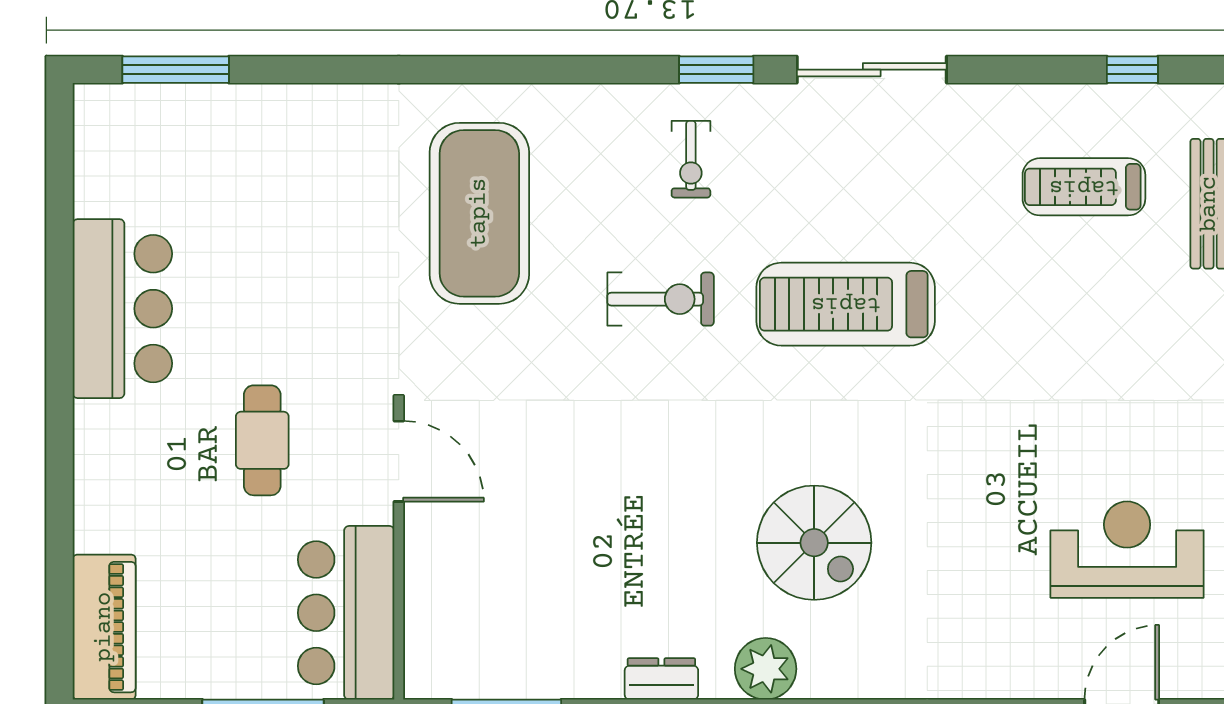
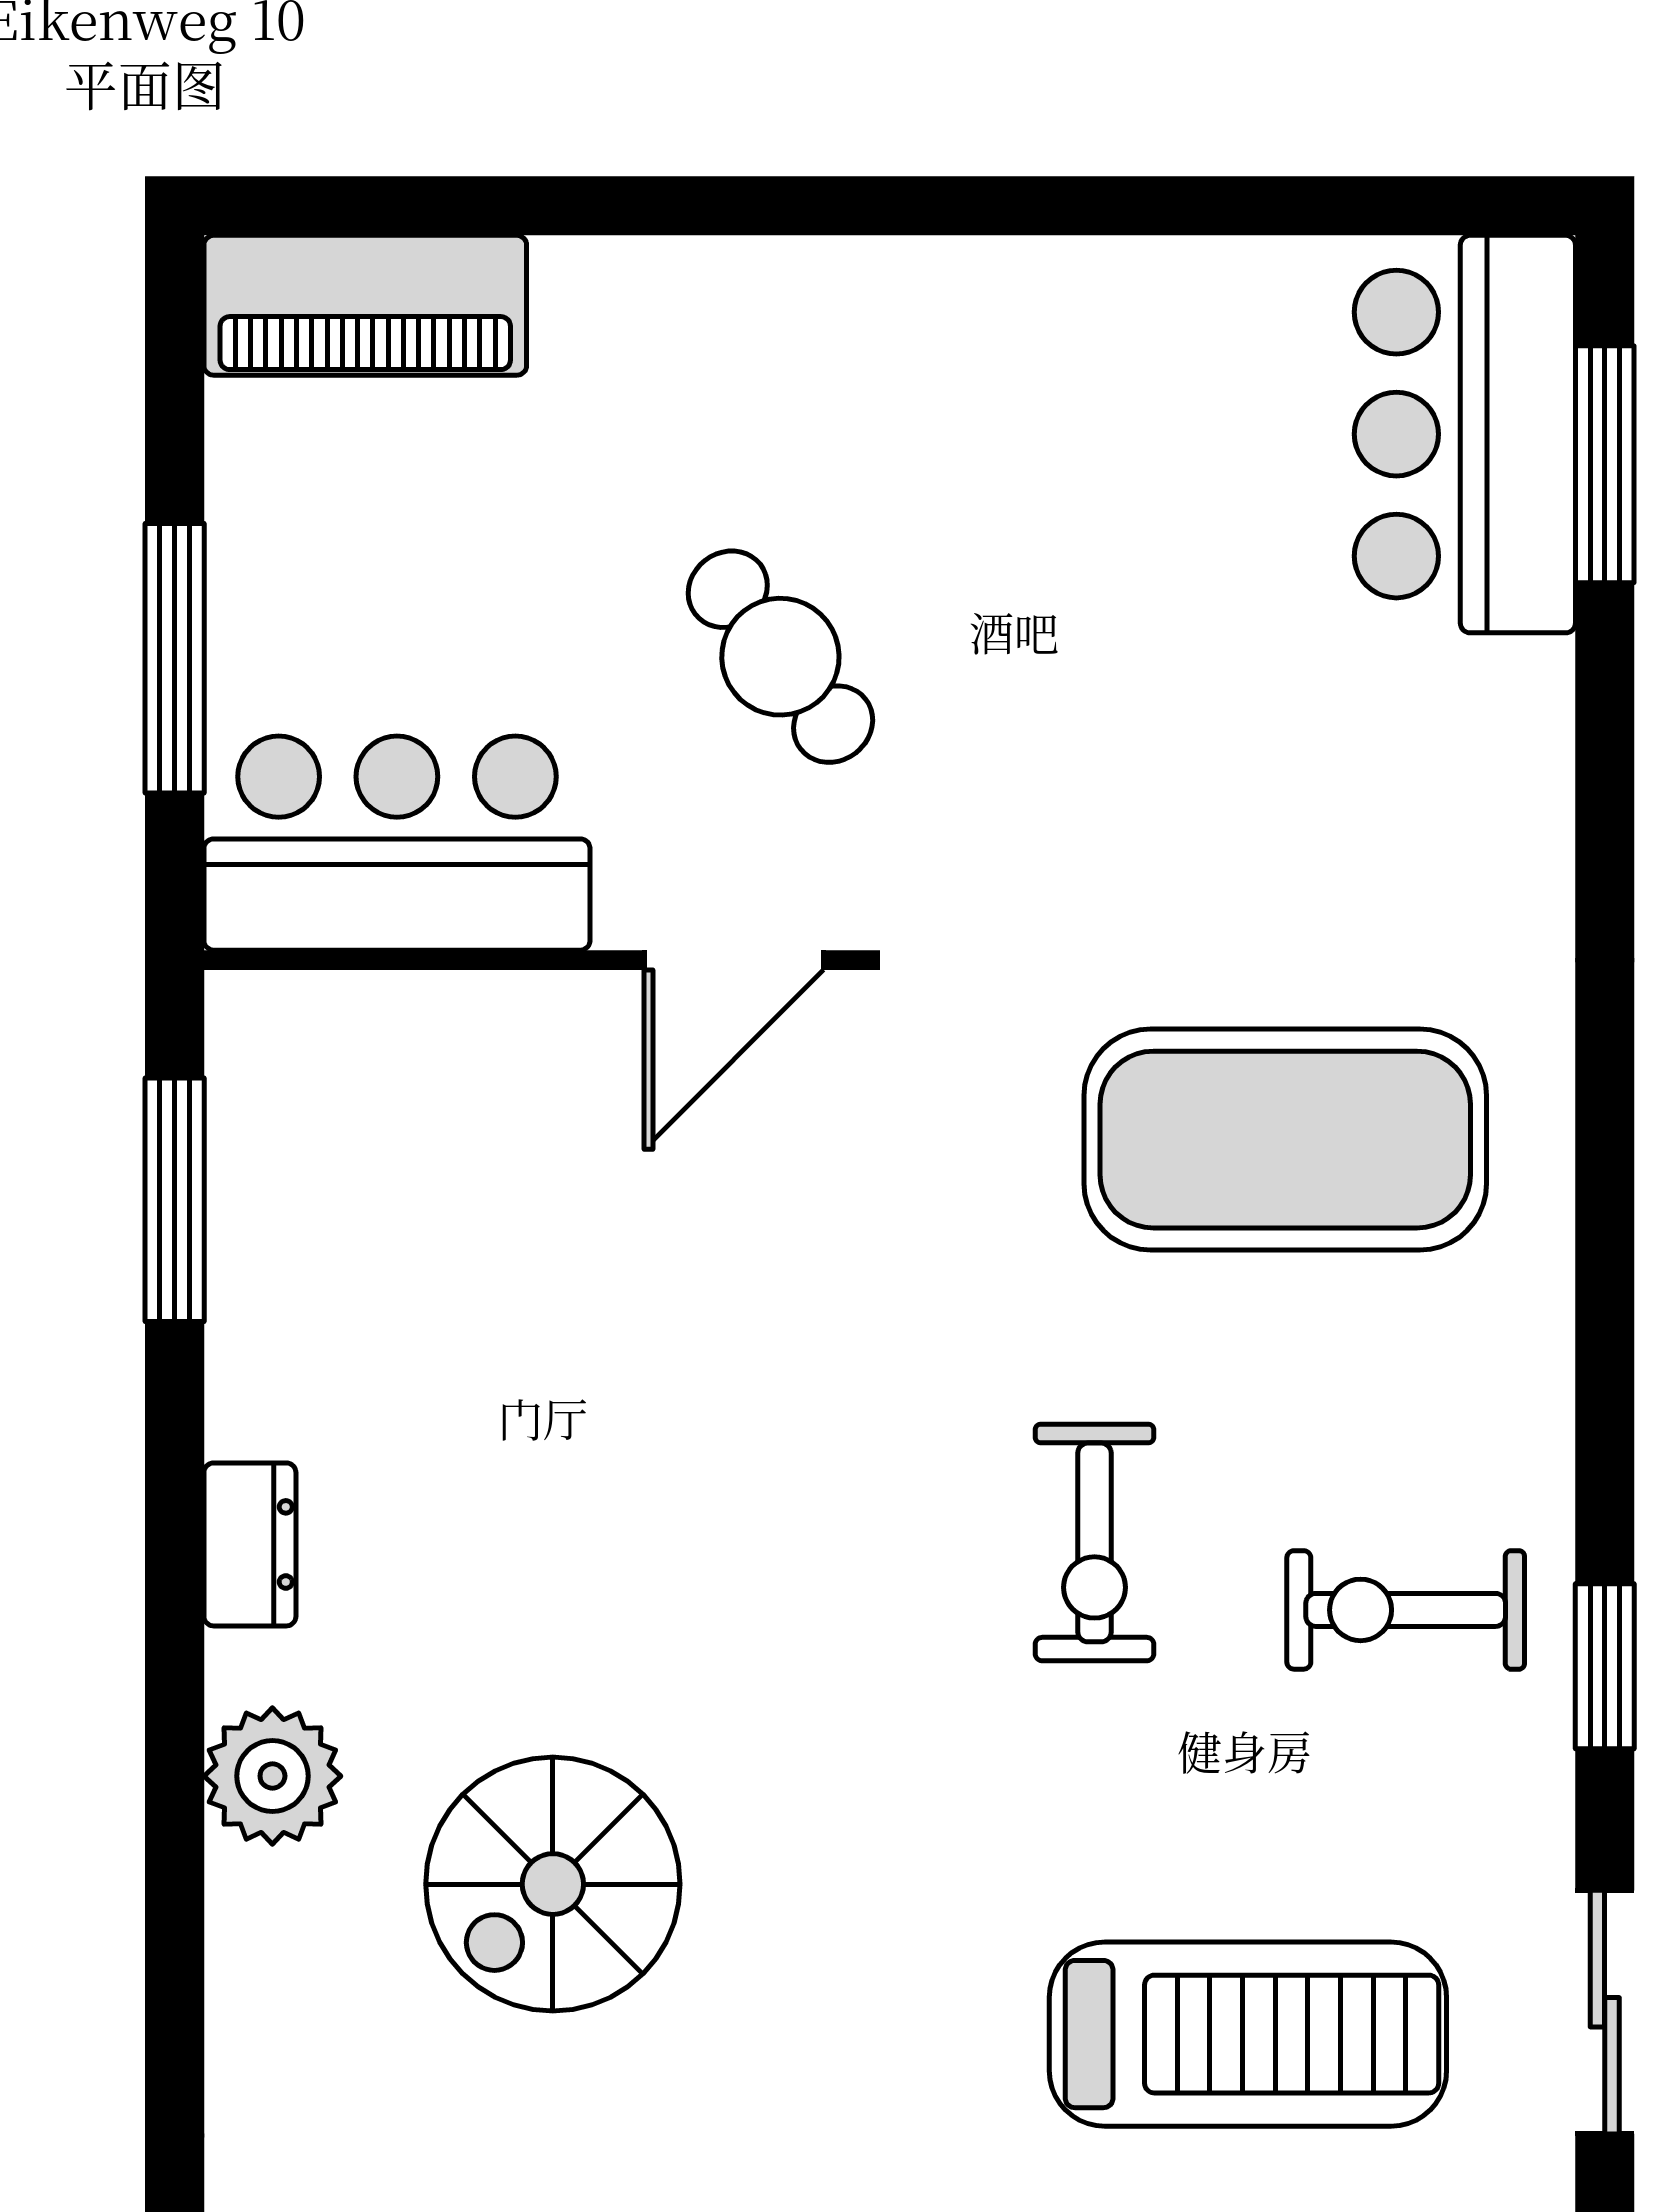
sliding door: (872, 70) -> (1605, 2012), width x0.73
exercise bike: (691, 159) -> (1406, 1610), width x1.38, depth x1.39
treadmill: (846, 304) -> (1248, 2034), moved, turned 90
bar counter: (122, 309) -> (1465, 434), moved, turned 90
cafe table: (262, 440) -> (780, 657), turned 52

